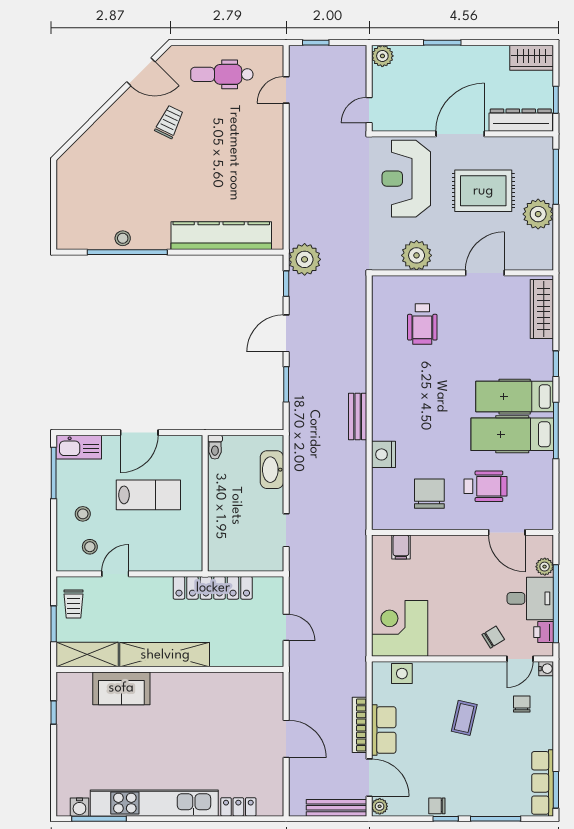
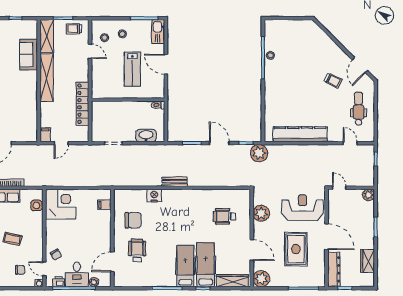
wardrobe: (532, 58) -> (368, 261), moved
plant: (538, 214) -> (261, 279), moved
kitchen counter: (221, 236) -> (300, 134), moved, turned -90
hospital bed: (512, 434) -> (206, 265), moved
wheelchair: (486, 486) -> (137, 250), turned 180
filing cabinet: (270, 657) -> (45, 135), added

